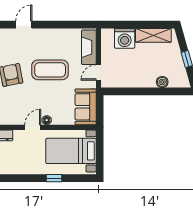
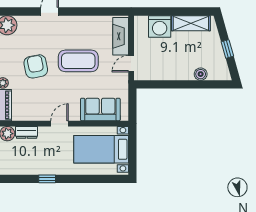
sofa: (86, 107) -> (100, 109), moved, turned 90
floor lamp: (47, 120) -> (75, 116), removed
window: (54, 178) -> (47, 179), moved

